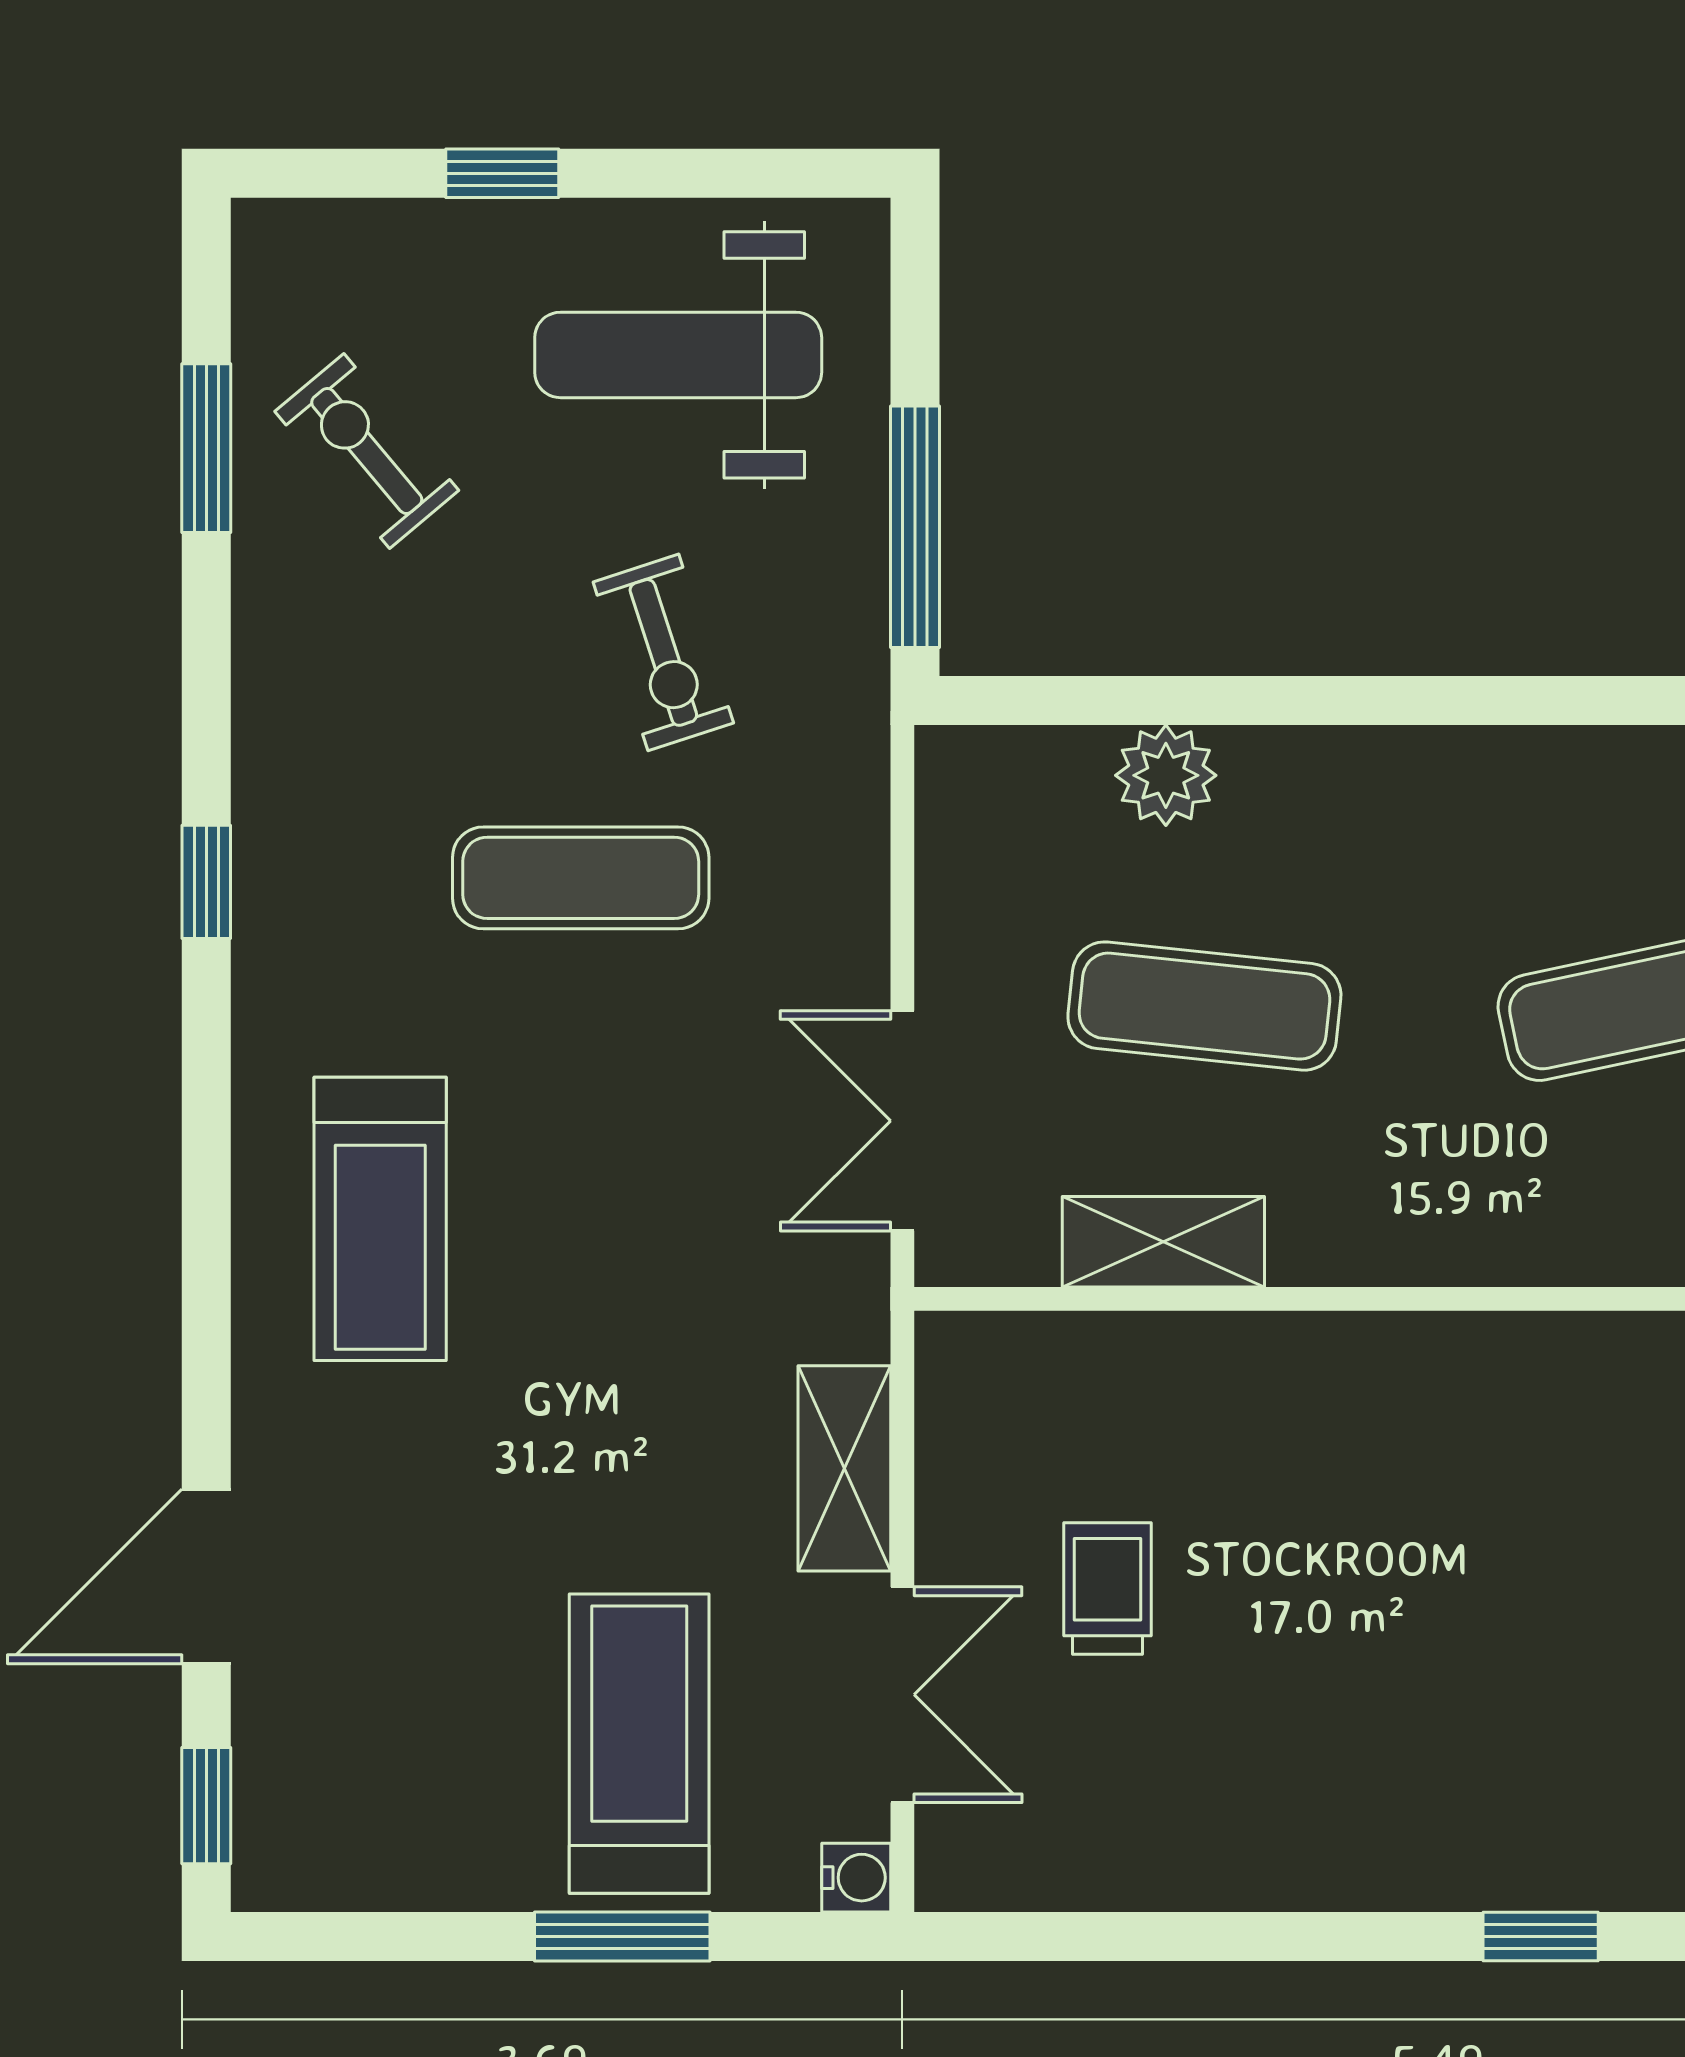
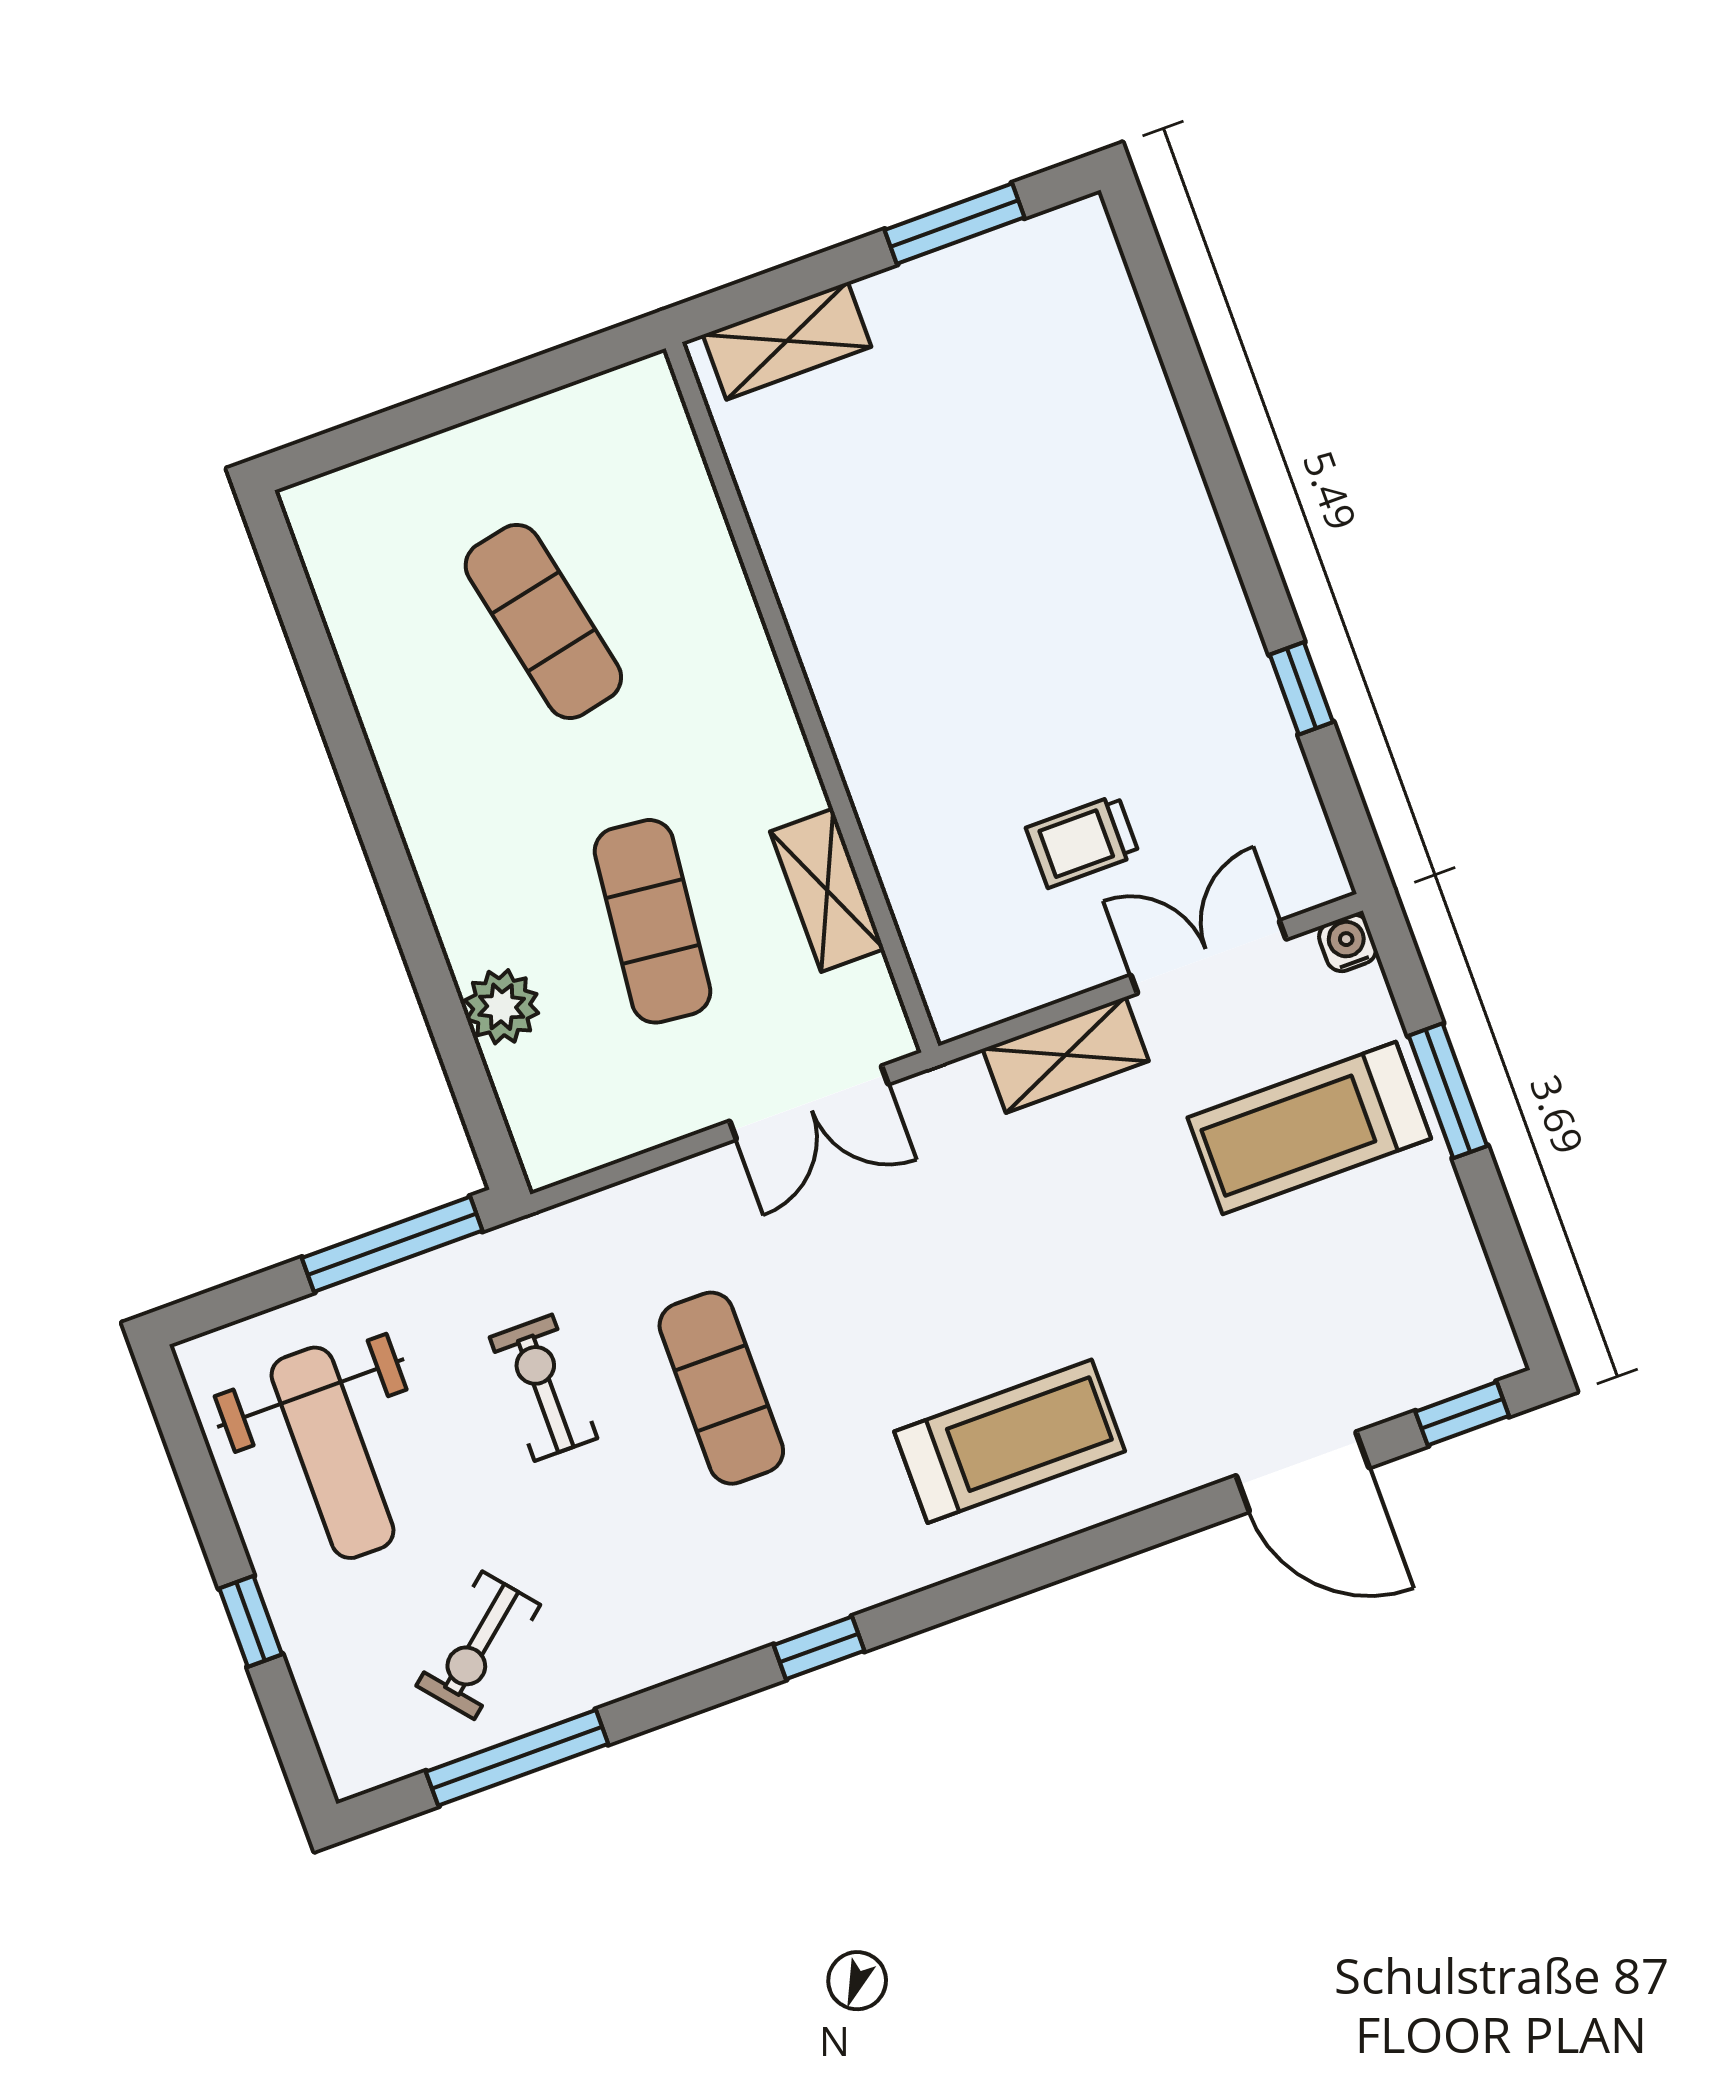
window: (206, 448) -> (517, 1758), width x1.44
exercise bike: (663, 652) -> (543, 1388), turned -72
window: (1541, 1936) -> (1301, 688), moved

